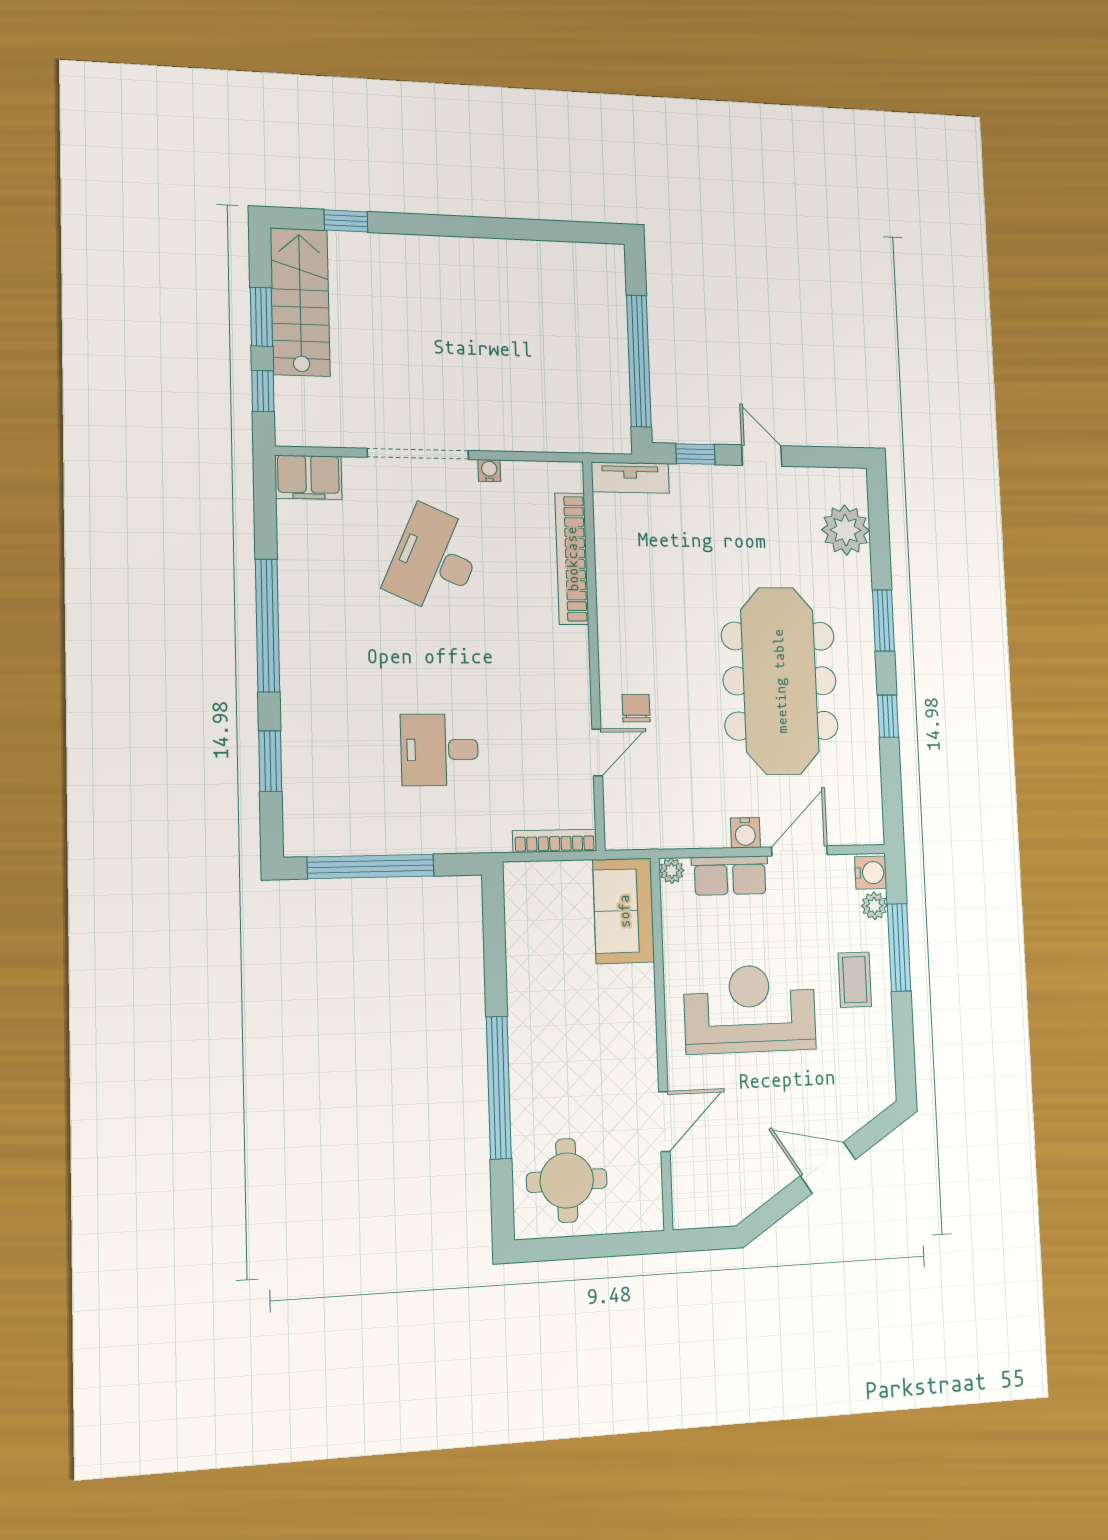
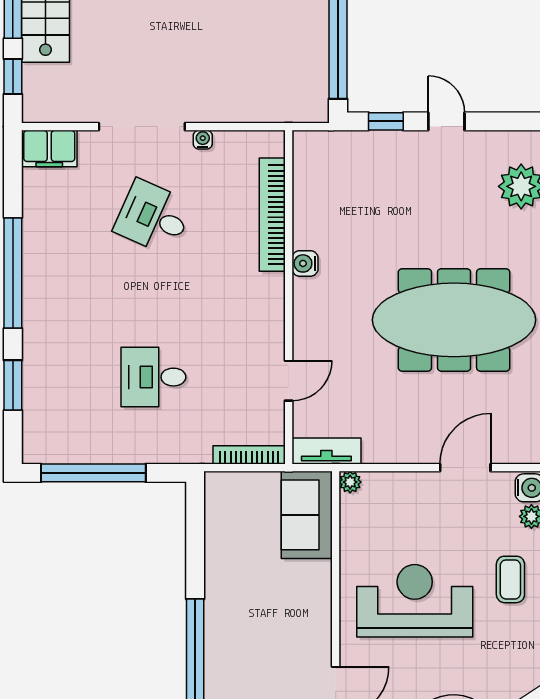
tv unit: (630, 478) -> (326, 451), moved, turned 180
desk: (434, 560) -> (153, 217), width x0.73
meeting table: (780, 681) -> (454, 320), turned 90
chair: (636, 708) -> (324, 343), removed
water cooler: (745, 833) -> (305, 263), moved, turned 90
row of seats: (730, 875) -> (402, 487), removed

